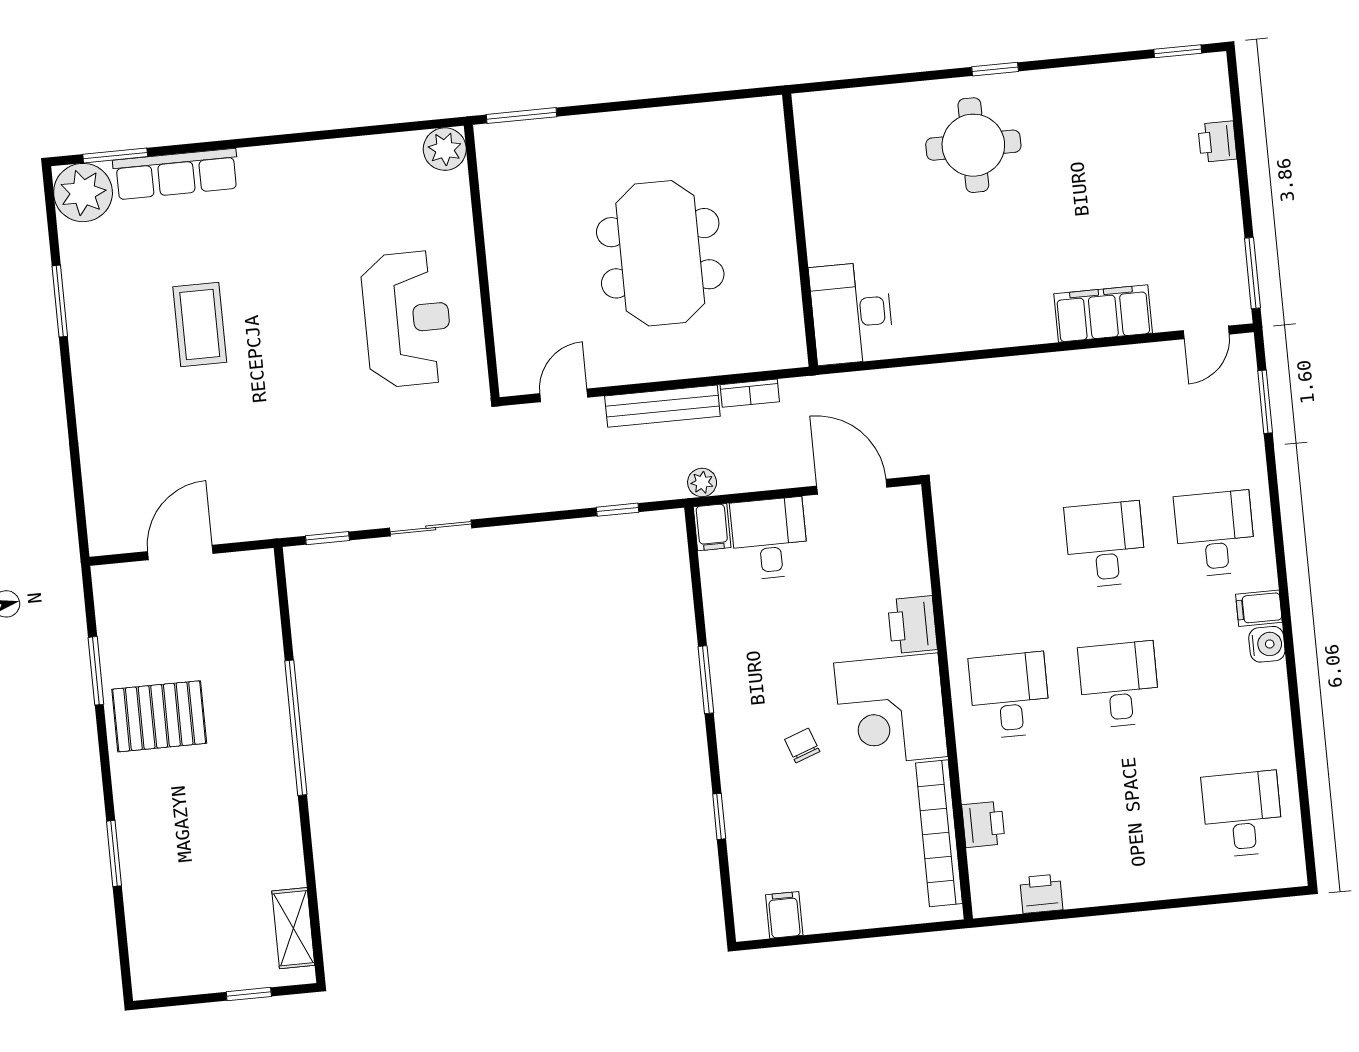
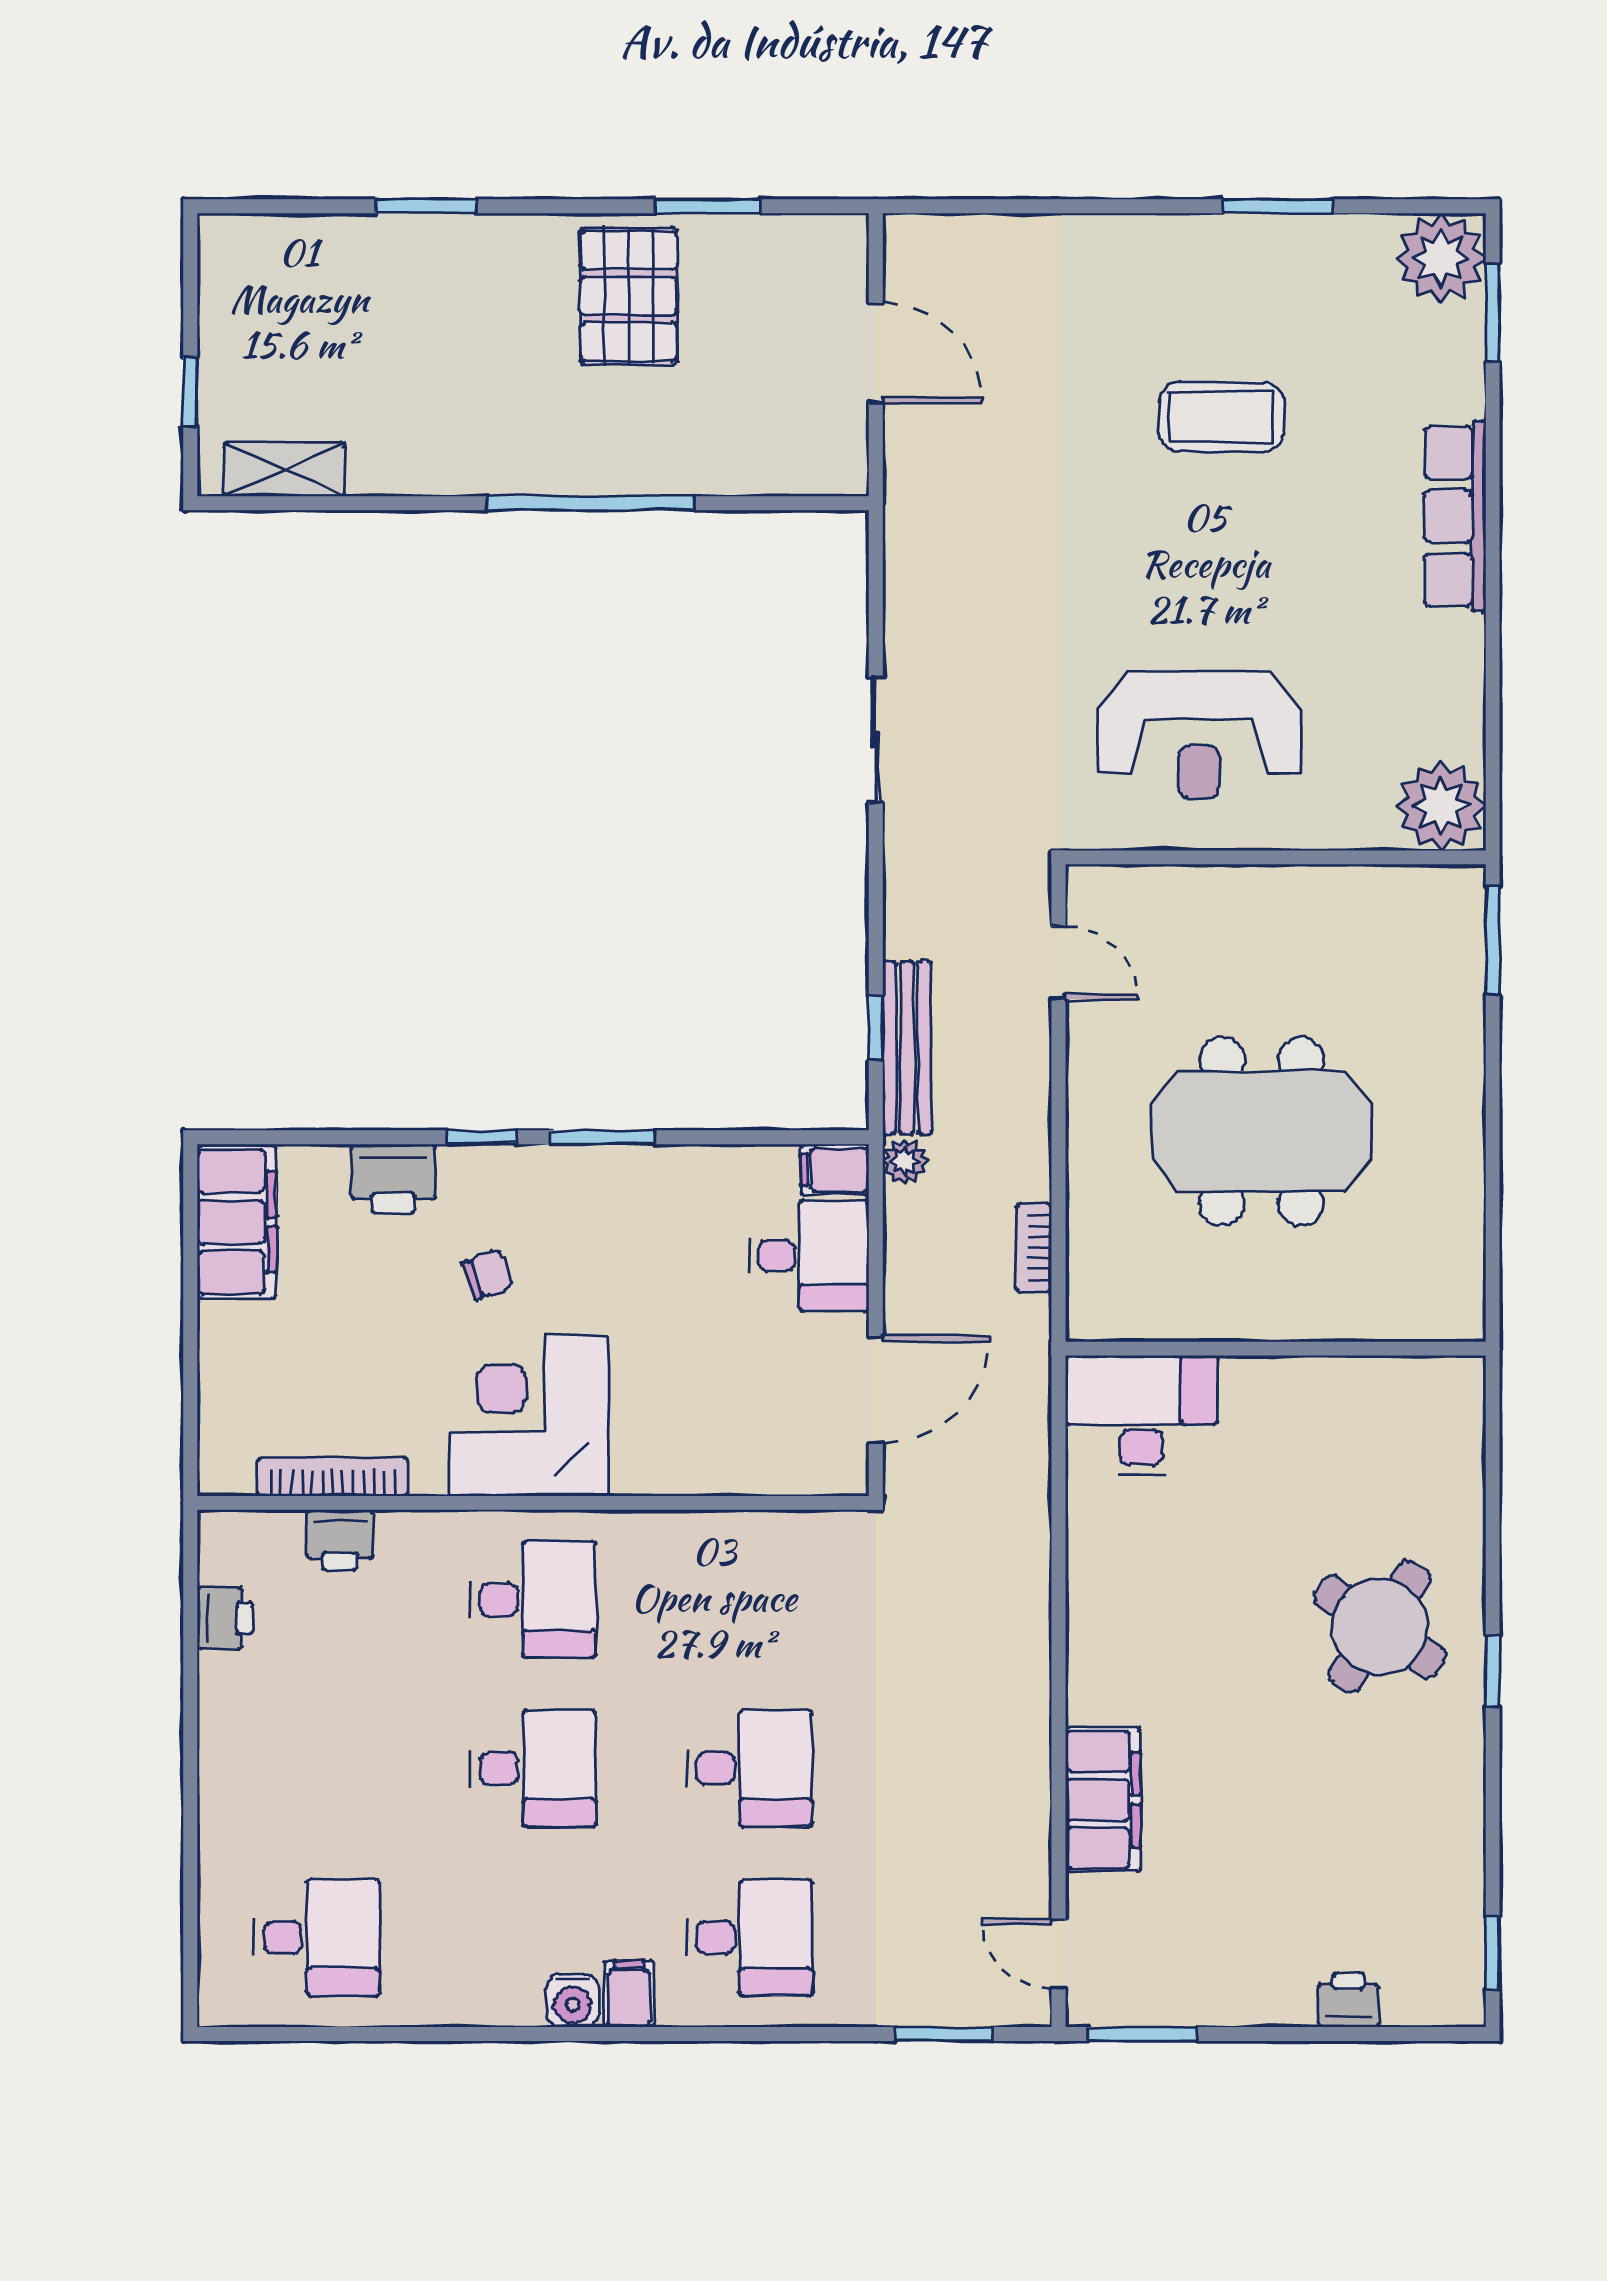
round table: (973, 145) -> (1380, 1627), turned 34
plant: (445, 149) -> (1441, 806), width x1.36, depth x1.36
row of seats: (176, 174) -> (1455, 516), moved
bench: (662, 406) -> (907, 1048), moved
window: (327, 538) -> (876, 580), removed
printer: (912, 625) -> (393, 1179), moved, turned 180
window: (719, 816) -> (482, 1137), moved
bookcase: (939, 833) -> (333, 1477), width x0.68, depth x0.76
filing cabinet: (784, 915) -> (237, 1222), width x3.00, depth x1.17

